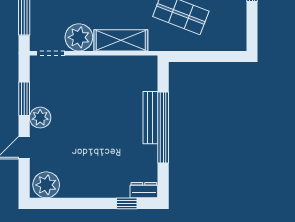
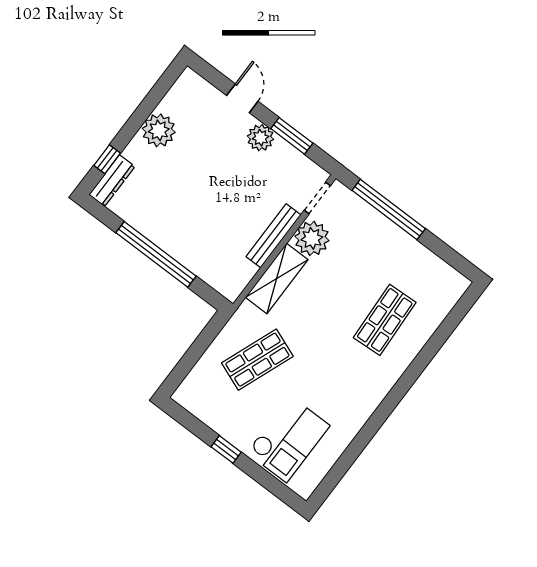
bench: (150, 118) -> (273, 236), moved, turned 90
plant: (46, 185) -> (159, 130), moved
dresser: (144, 190) -> (112, 181), width x1.44

